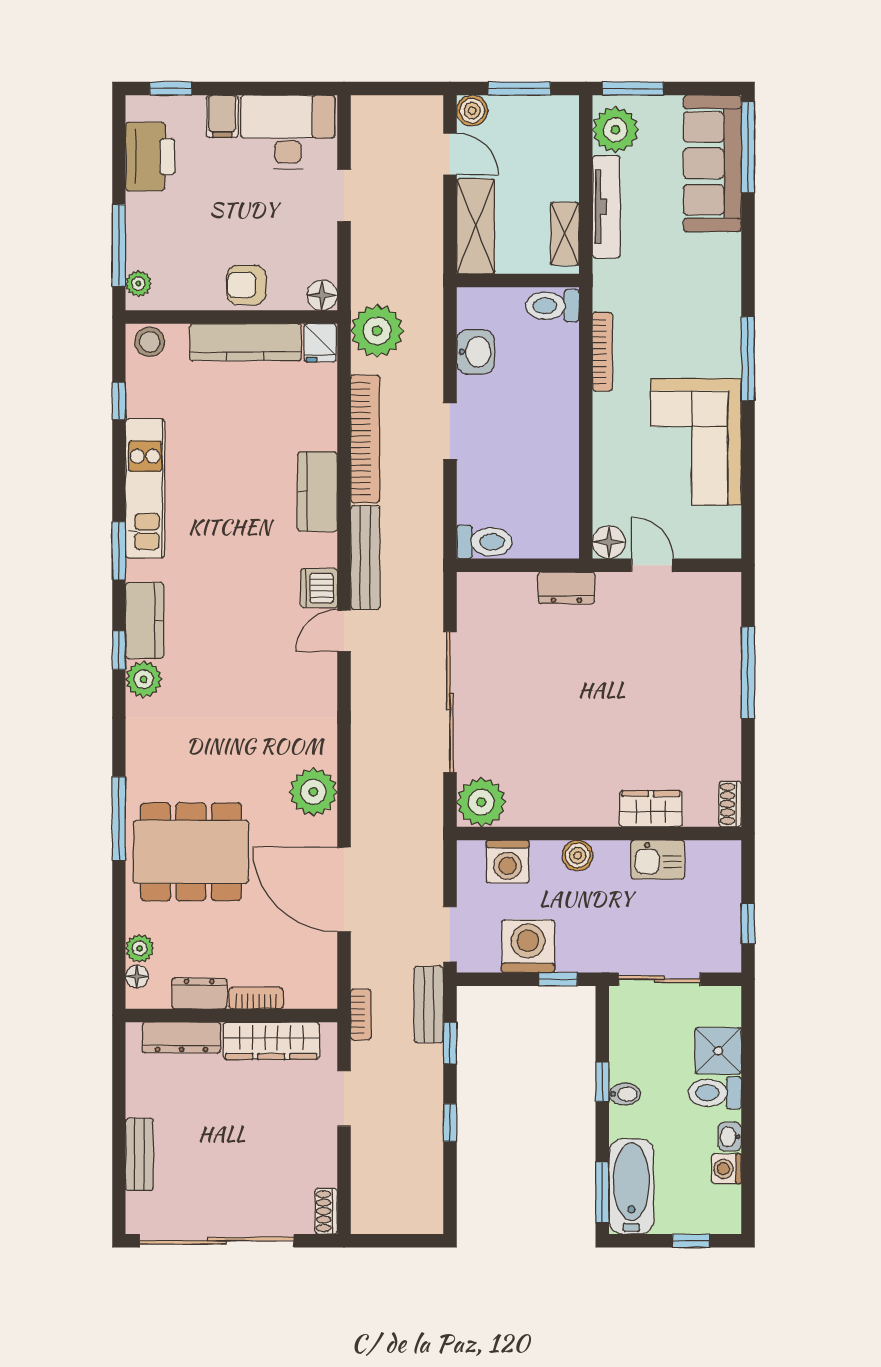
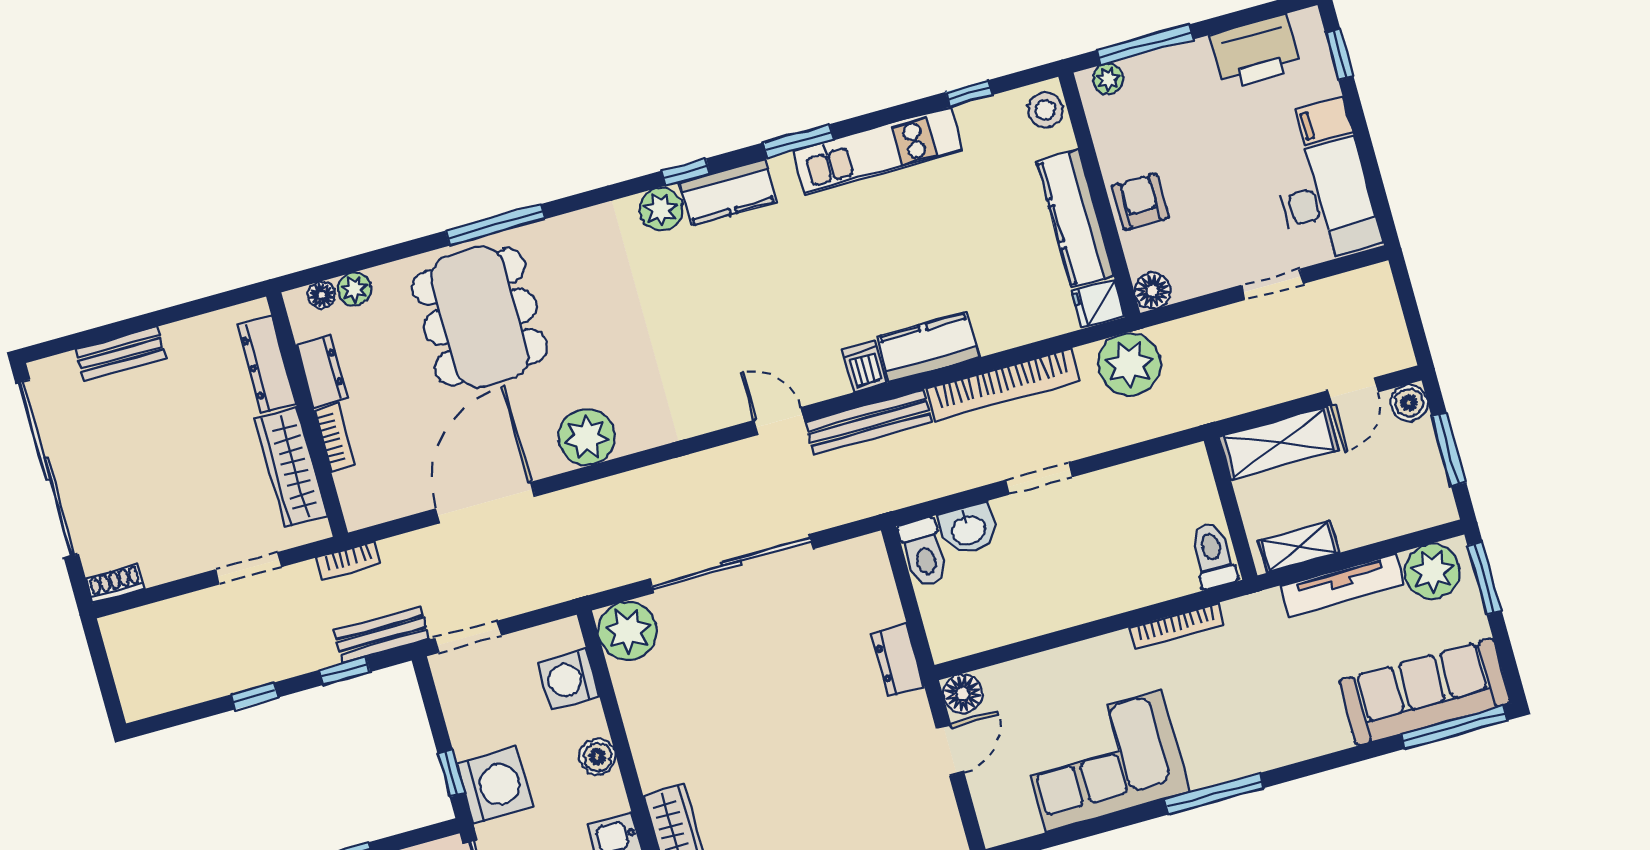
washbasin: (475, 352) -> (968, 529), moved
dishwasher: (319, 588) -> (864, 367), moved, width x0.73
washing machine: (528, 946) -> (495, 785), moved

